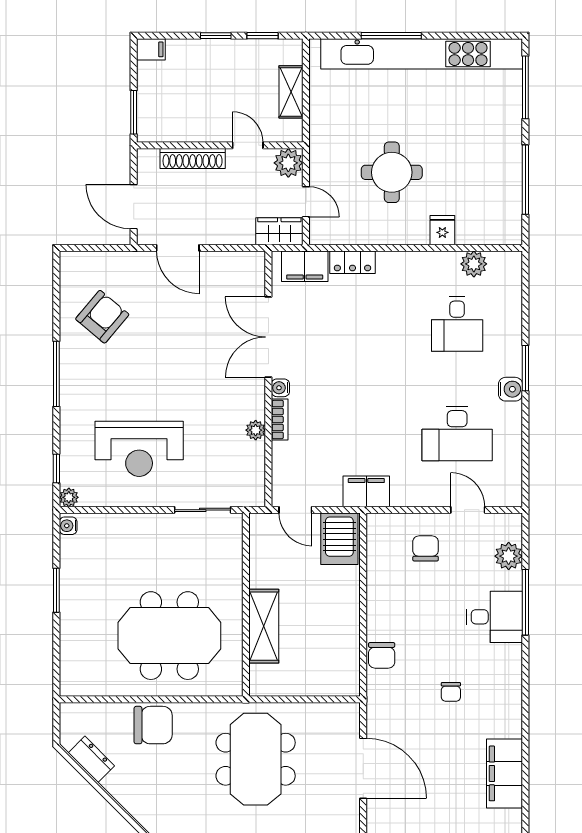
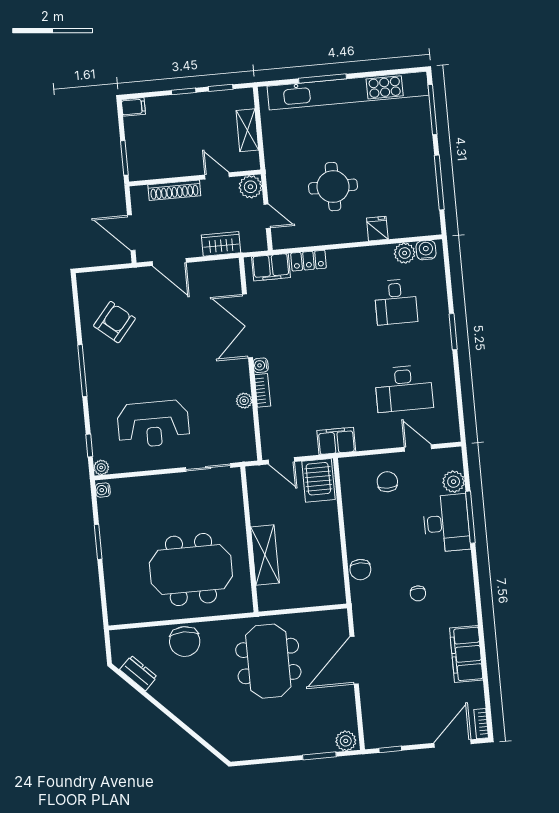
wardrobe: (279, 231) -> (221, 244), moved
water cooler: (510, 389) -> (426, 250), moved, turned -90
desk: (495, 617) -> (446, 523), width x1.37
chair: (153, 725) -> (185, 642), turned 90
door: (363, 768) -> (354, 660), swing flipped

